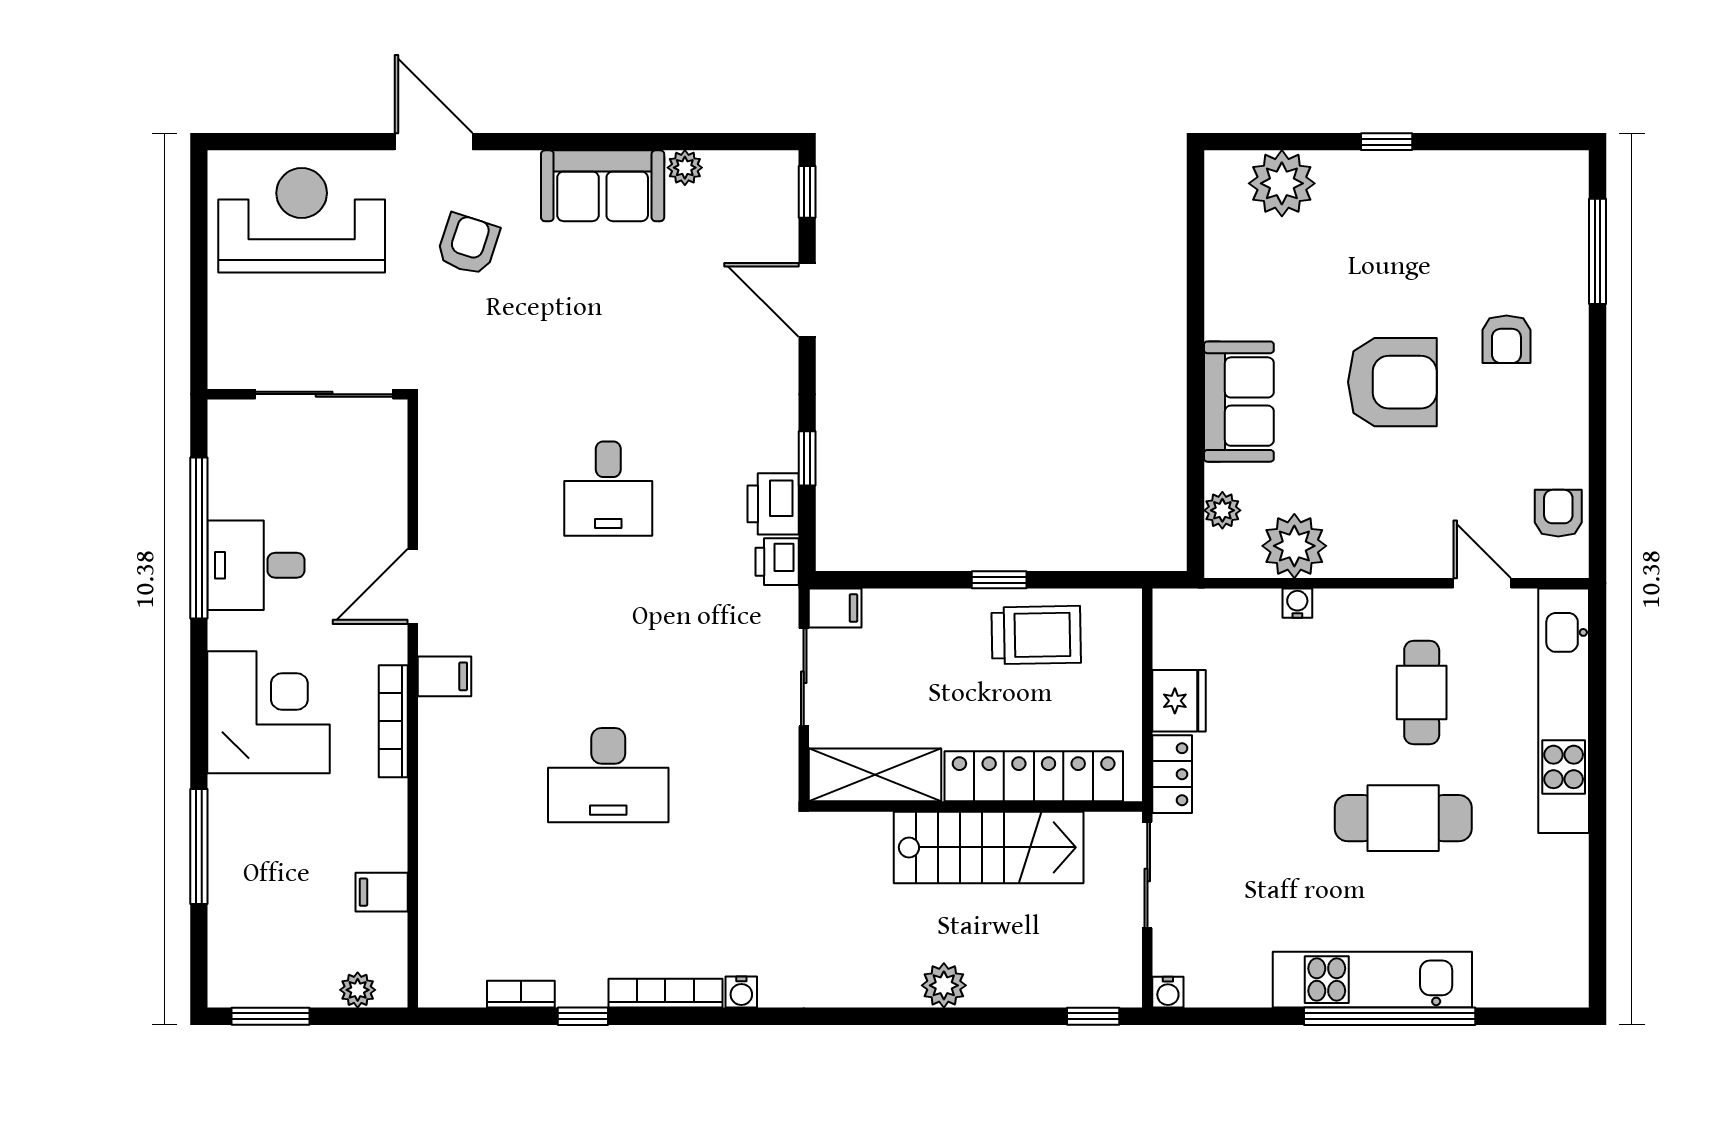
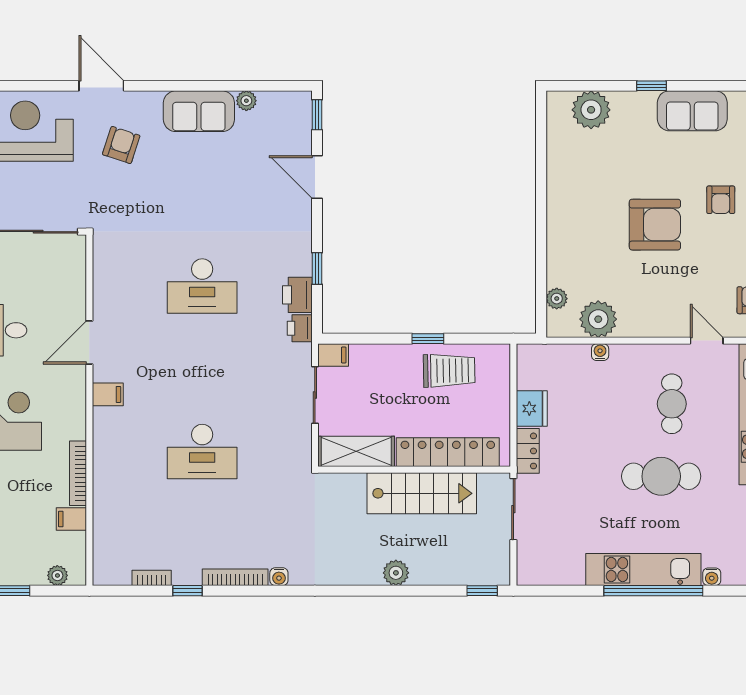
sofa: (1239, 402) -> (692, 111), moved, turned 90
desk: (608, 489) -> (202, 286), width x1.37
bookcase: (393, 721) -> (78, 473), moved
water cooler: (1168, 992) -> (712, 577), moved

